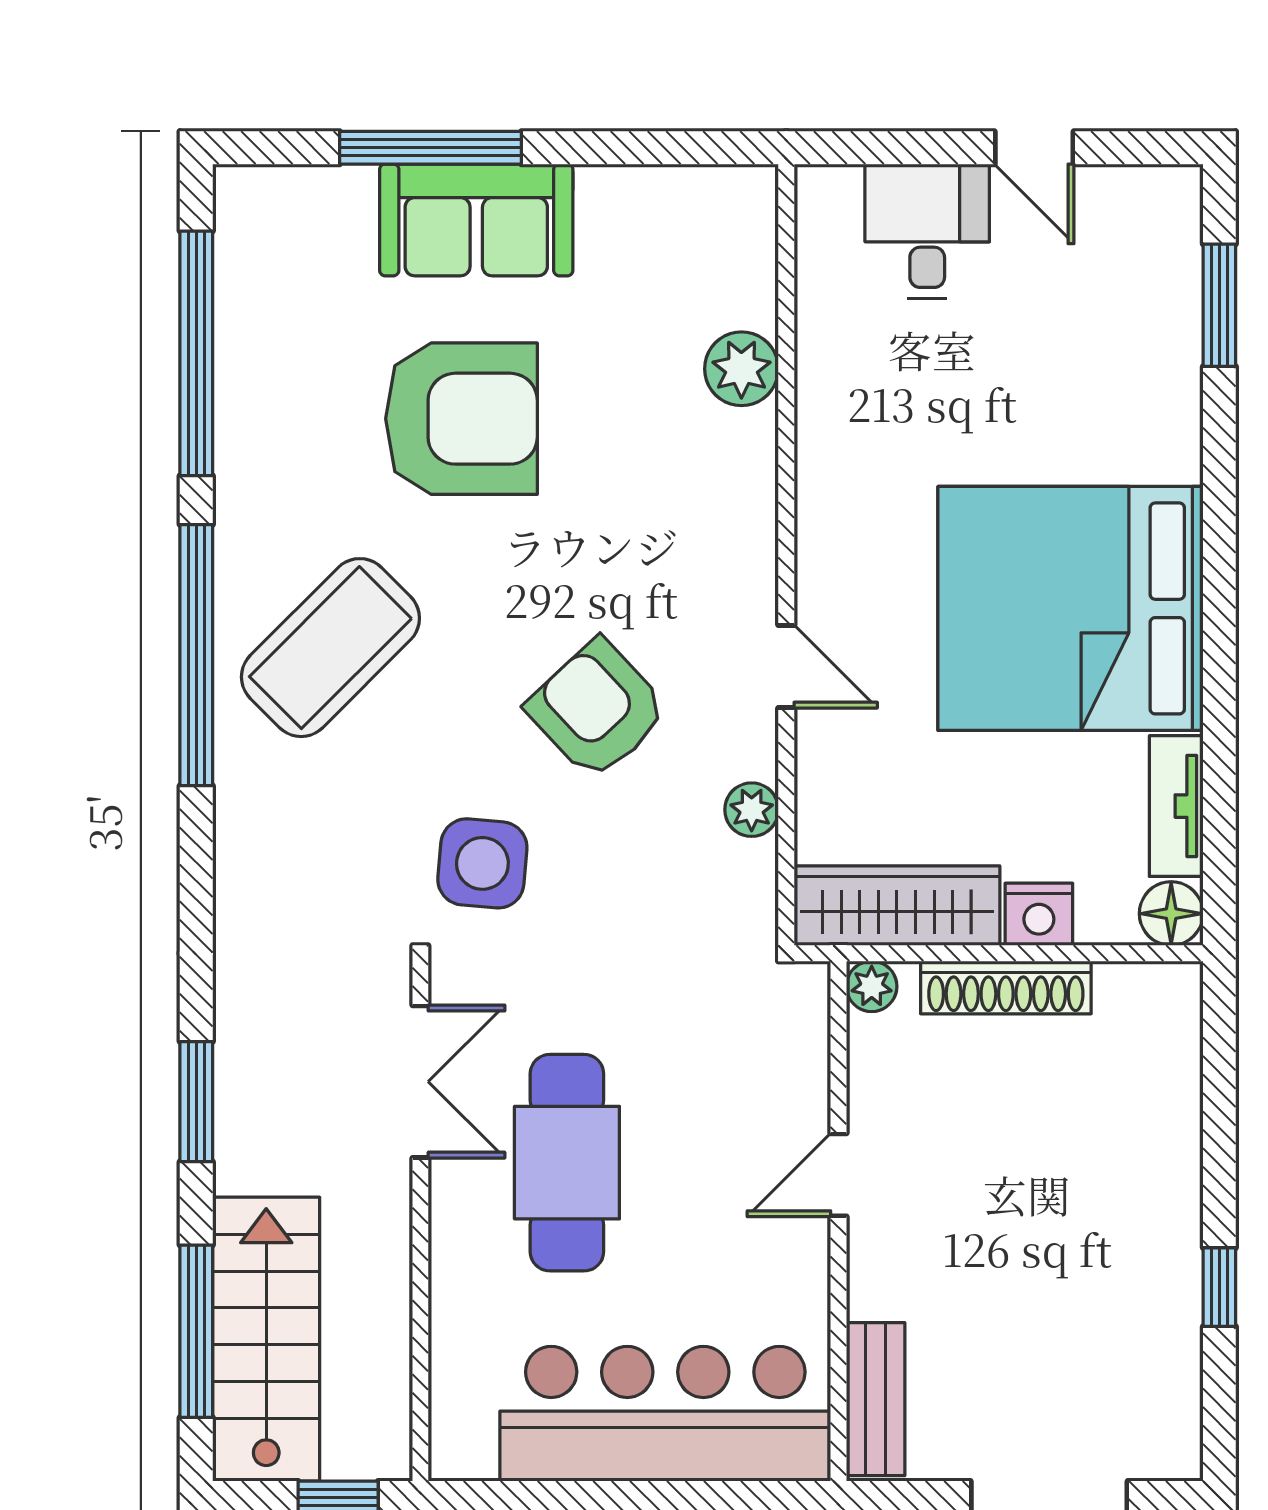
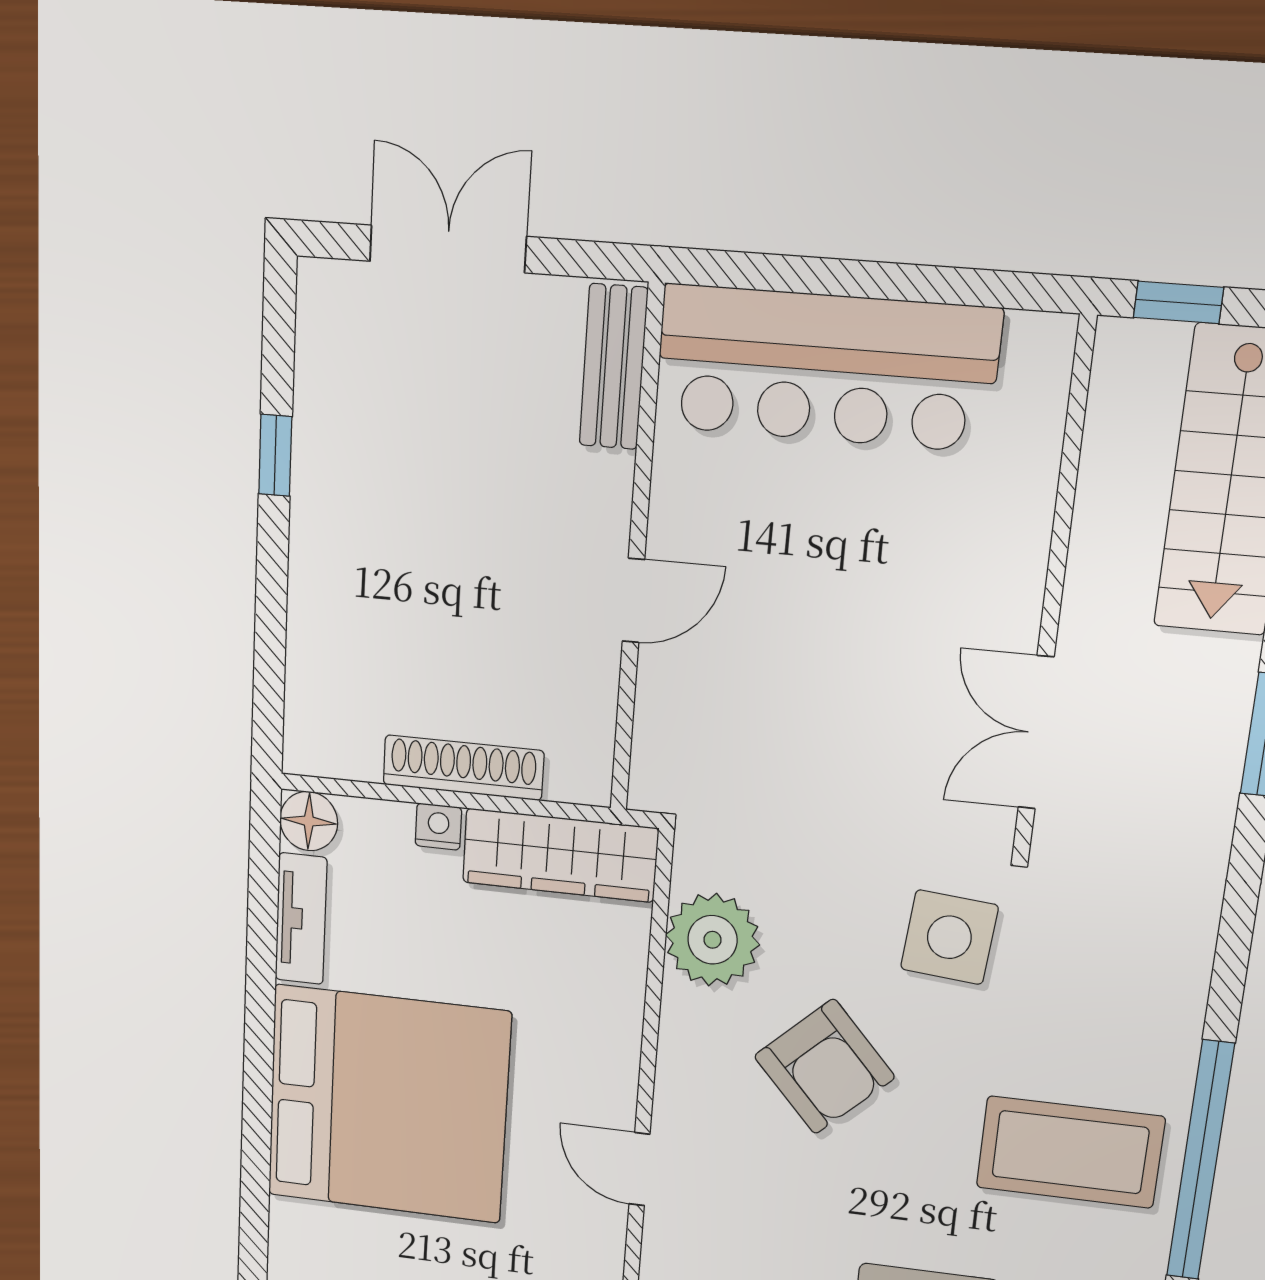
coffee table: (330, 648) -> (1070, 1152), turned 45
door: (786, 666) -> (639, 1169), moved
plant: (752, 810) -> (712, 940), width x1.88, depth x1.88
nightstand: (1039, 914) -> (438, 827), width x0.72, depth x0.74
plant: (872, 986) -> (589, 782), removed
cafe table: (567, 1163) -> (899, 637), removed

